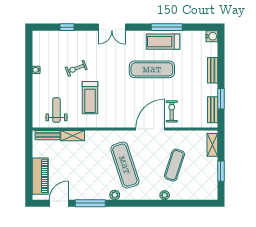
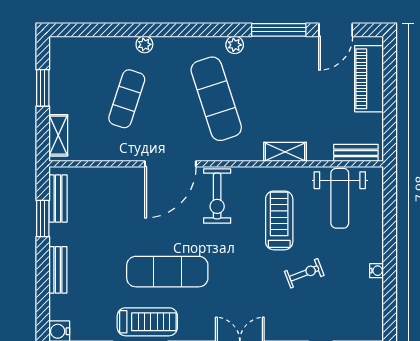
weight bench: (56, 110) -> (340, 198), width x1.36, depth x1.33
exercise bike: (172, 111) -> (217, 196), moved, width x1.38, depth x1.39
shelving: (73, 136) -> (285, 152), moved

